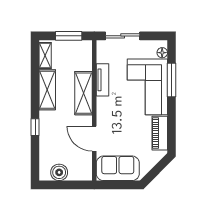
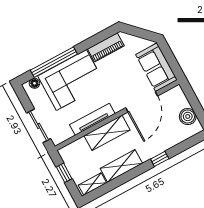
window: (69, 36) -> (64, 173), width x0.67
tv unit: (103, 80) -> (92, 119), width x1.41
window: (172, 80) -> (54, 62), width x1.46
door: (94, 139) -> (142, 102), width x1.36

